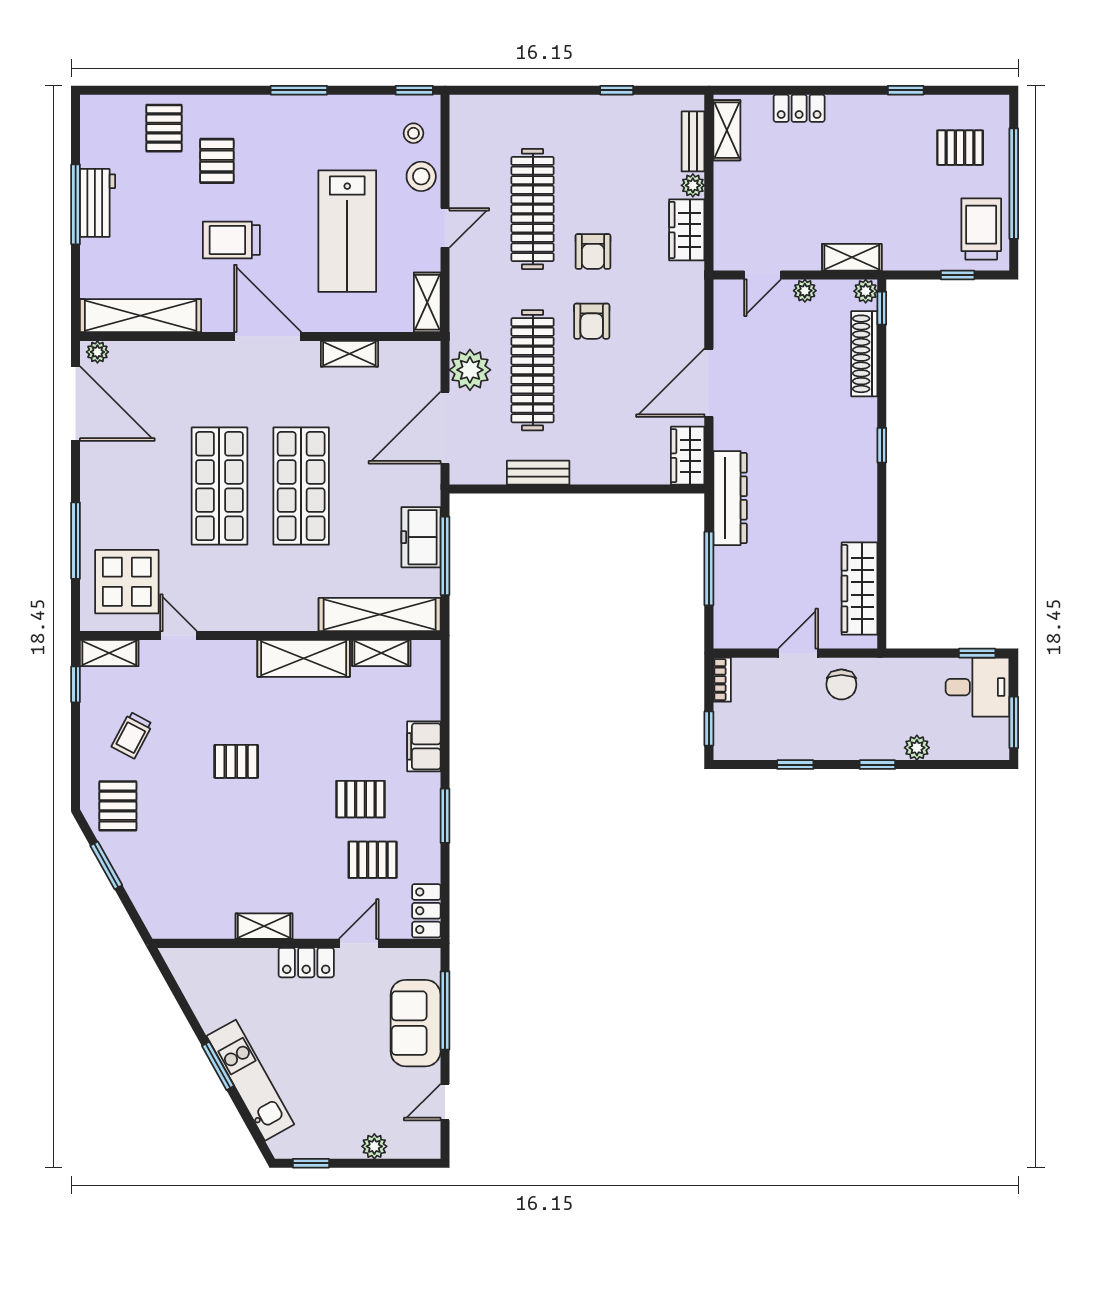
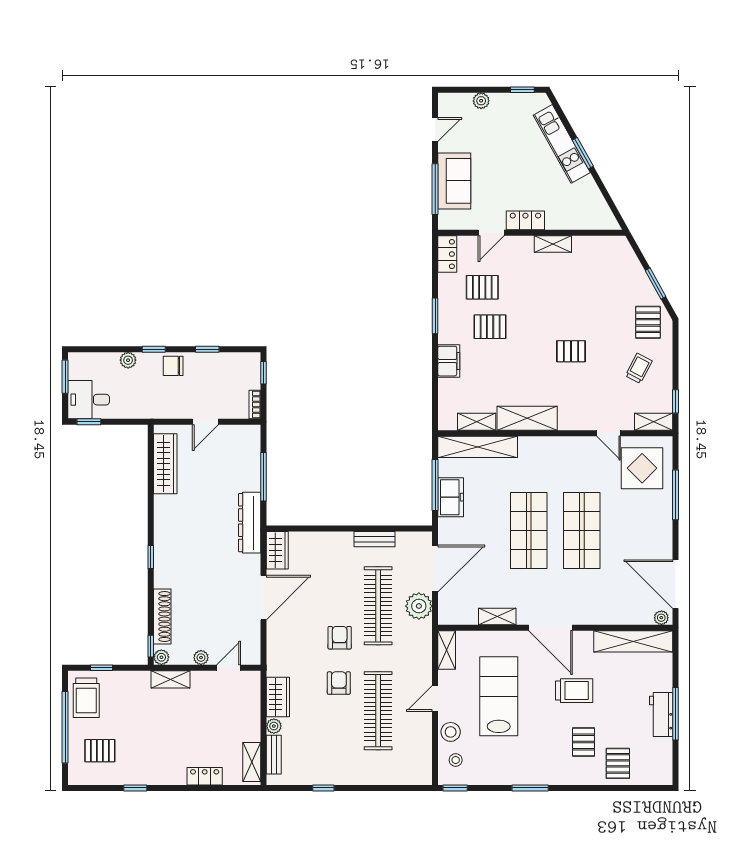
chair: (841, 684) -> (173, 366), moved, turned -90

